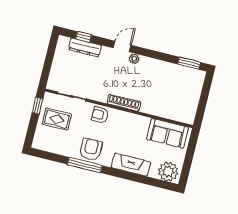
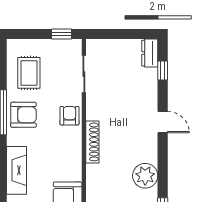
dresser: (85, 47) -> (150, 53), moved, width x0.70
plant: (134, 59) -> (145, 176), moved, width x1.87, depth x1.87
rug: (57, 119) -> (29, 73), moved

